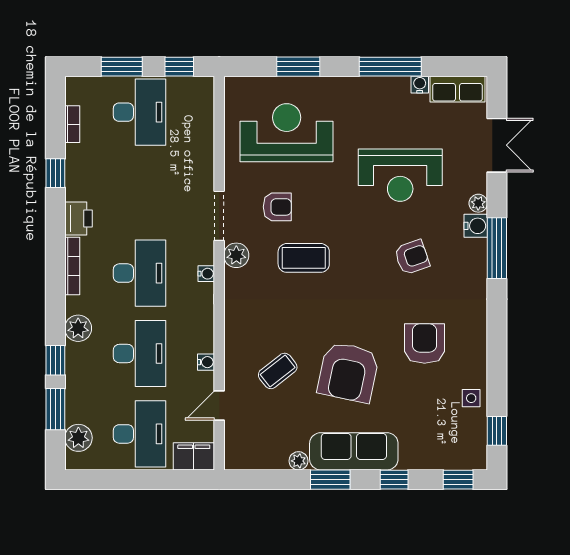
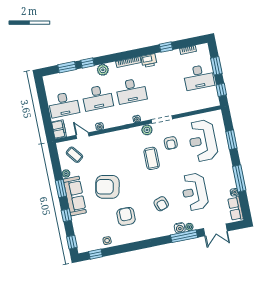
reception desk: (287, 133) -> (203, 141), turned 180
window: (497, 248) -> (184, 236), moved
armchair: (425, 344) -> (126, 216), turned -90
coffee table: (278, 371) -> (74, 155), moved
plant: (78, 438) -> (57, 79), removed

